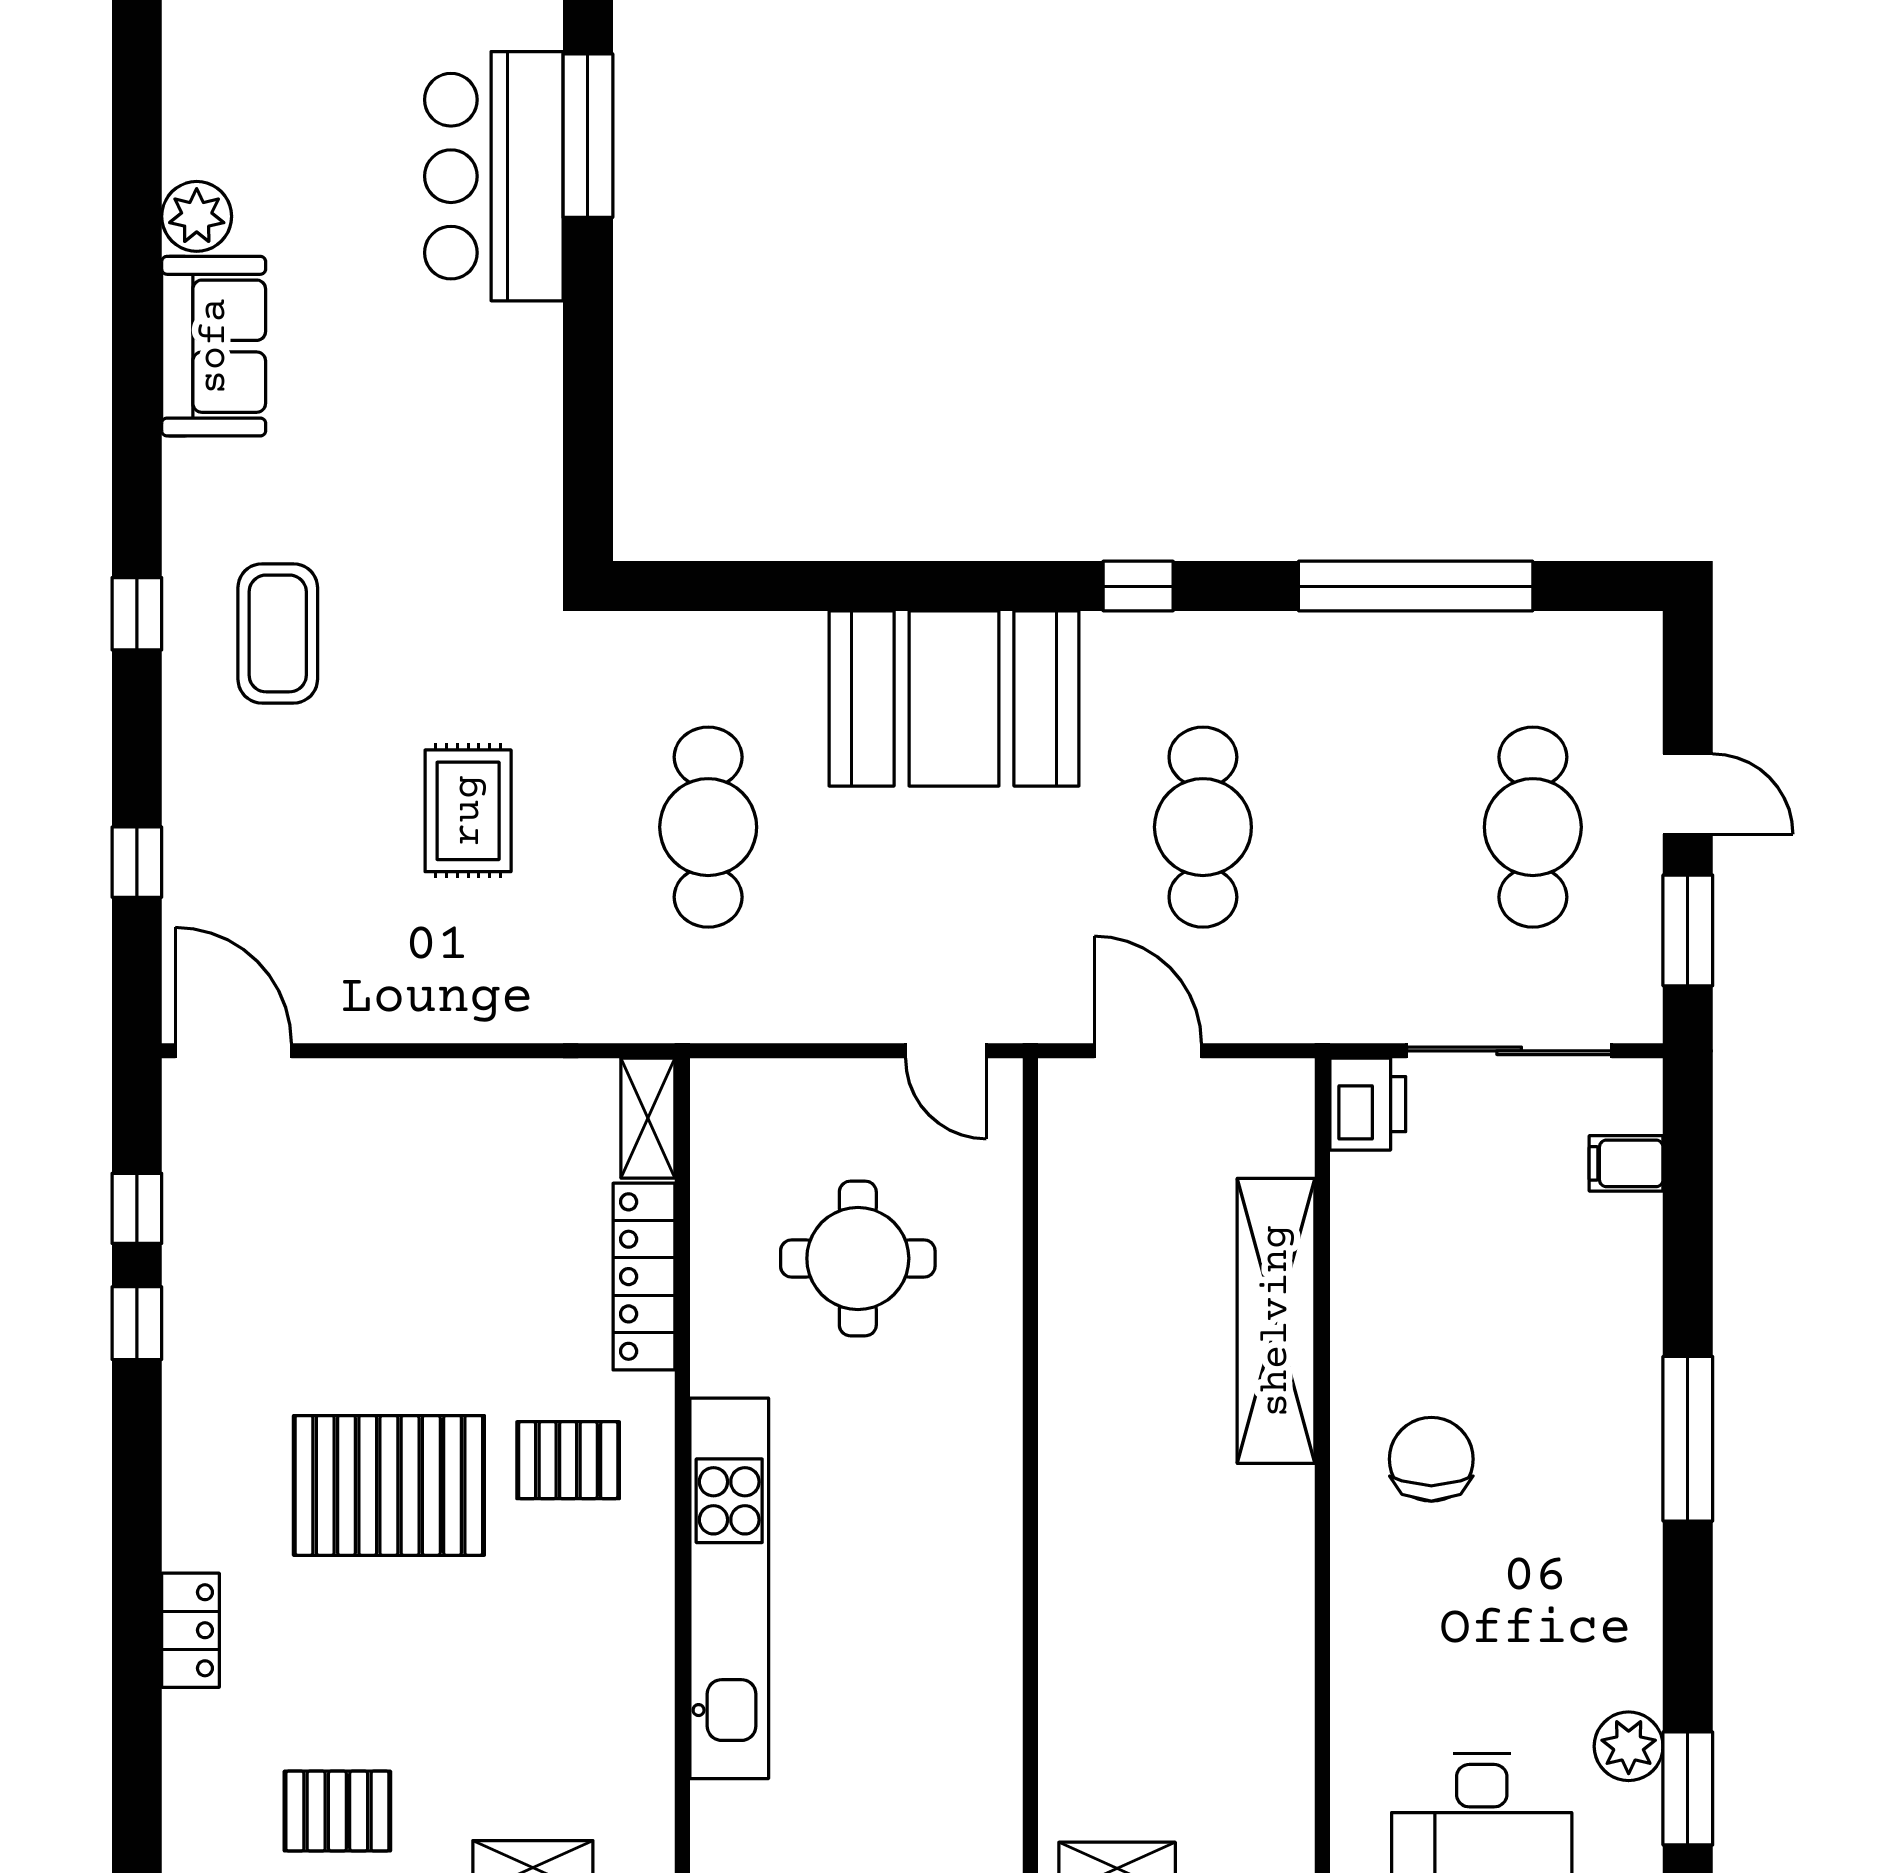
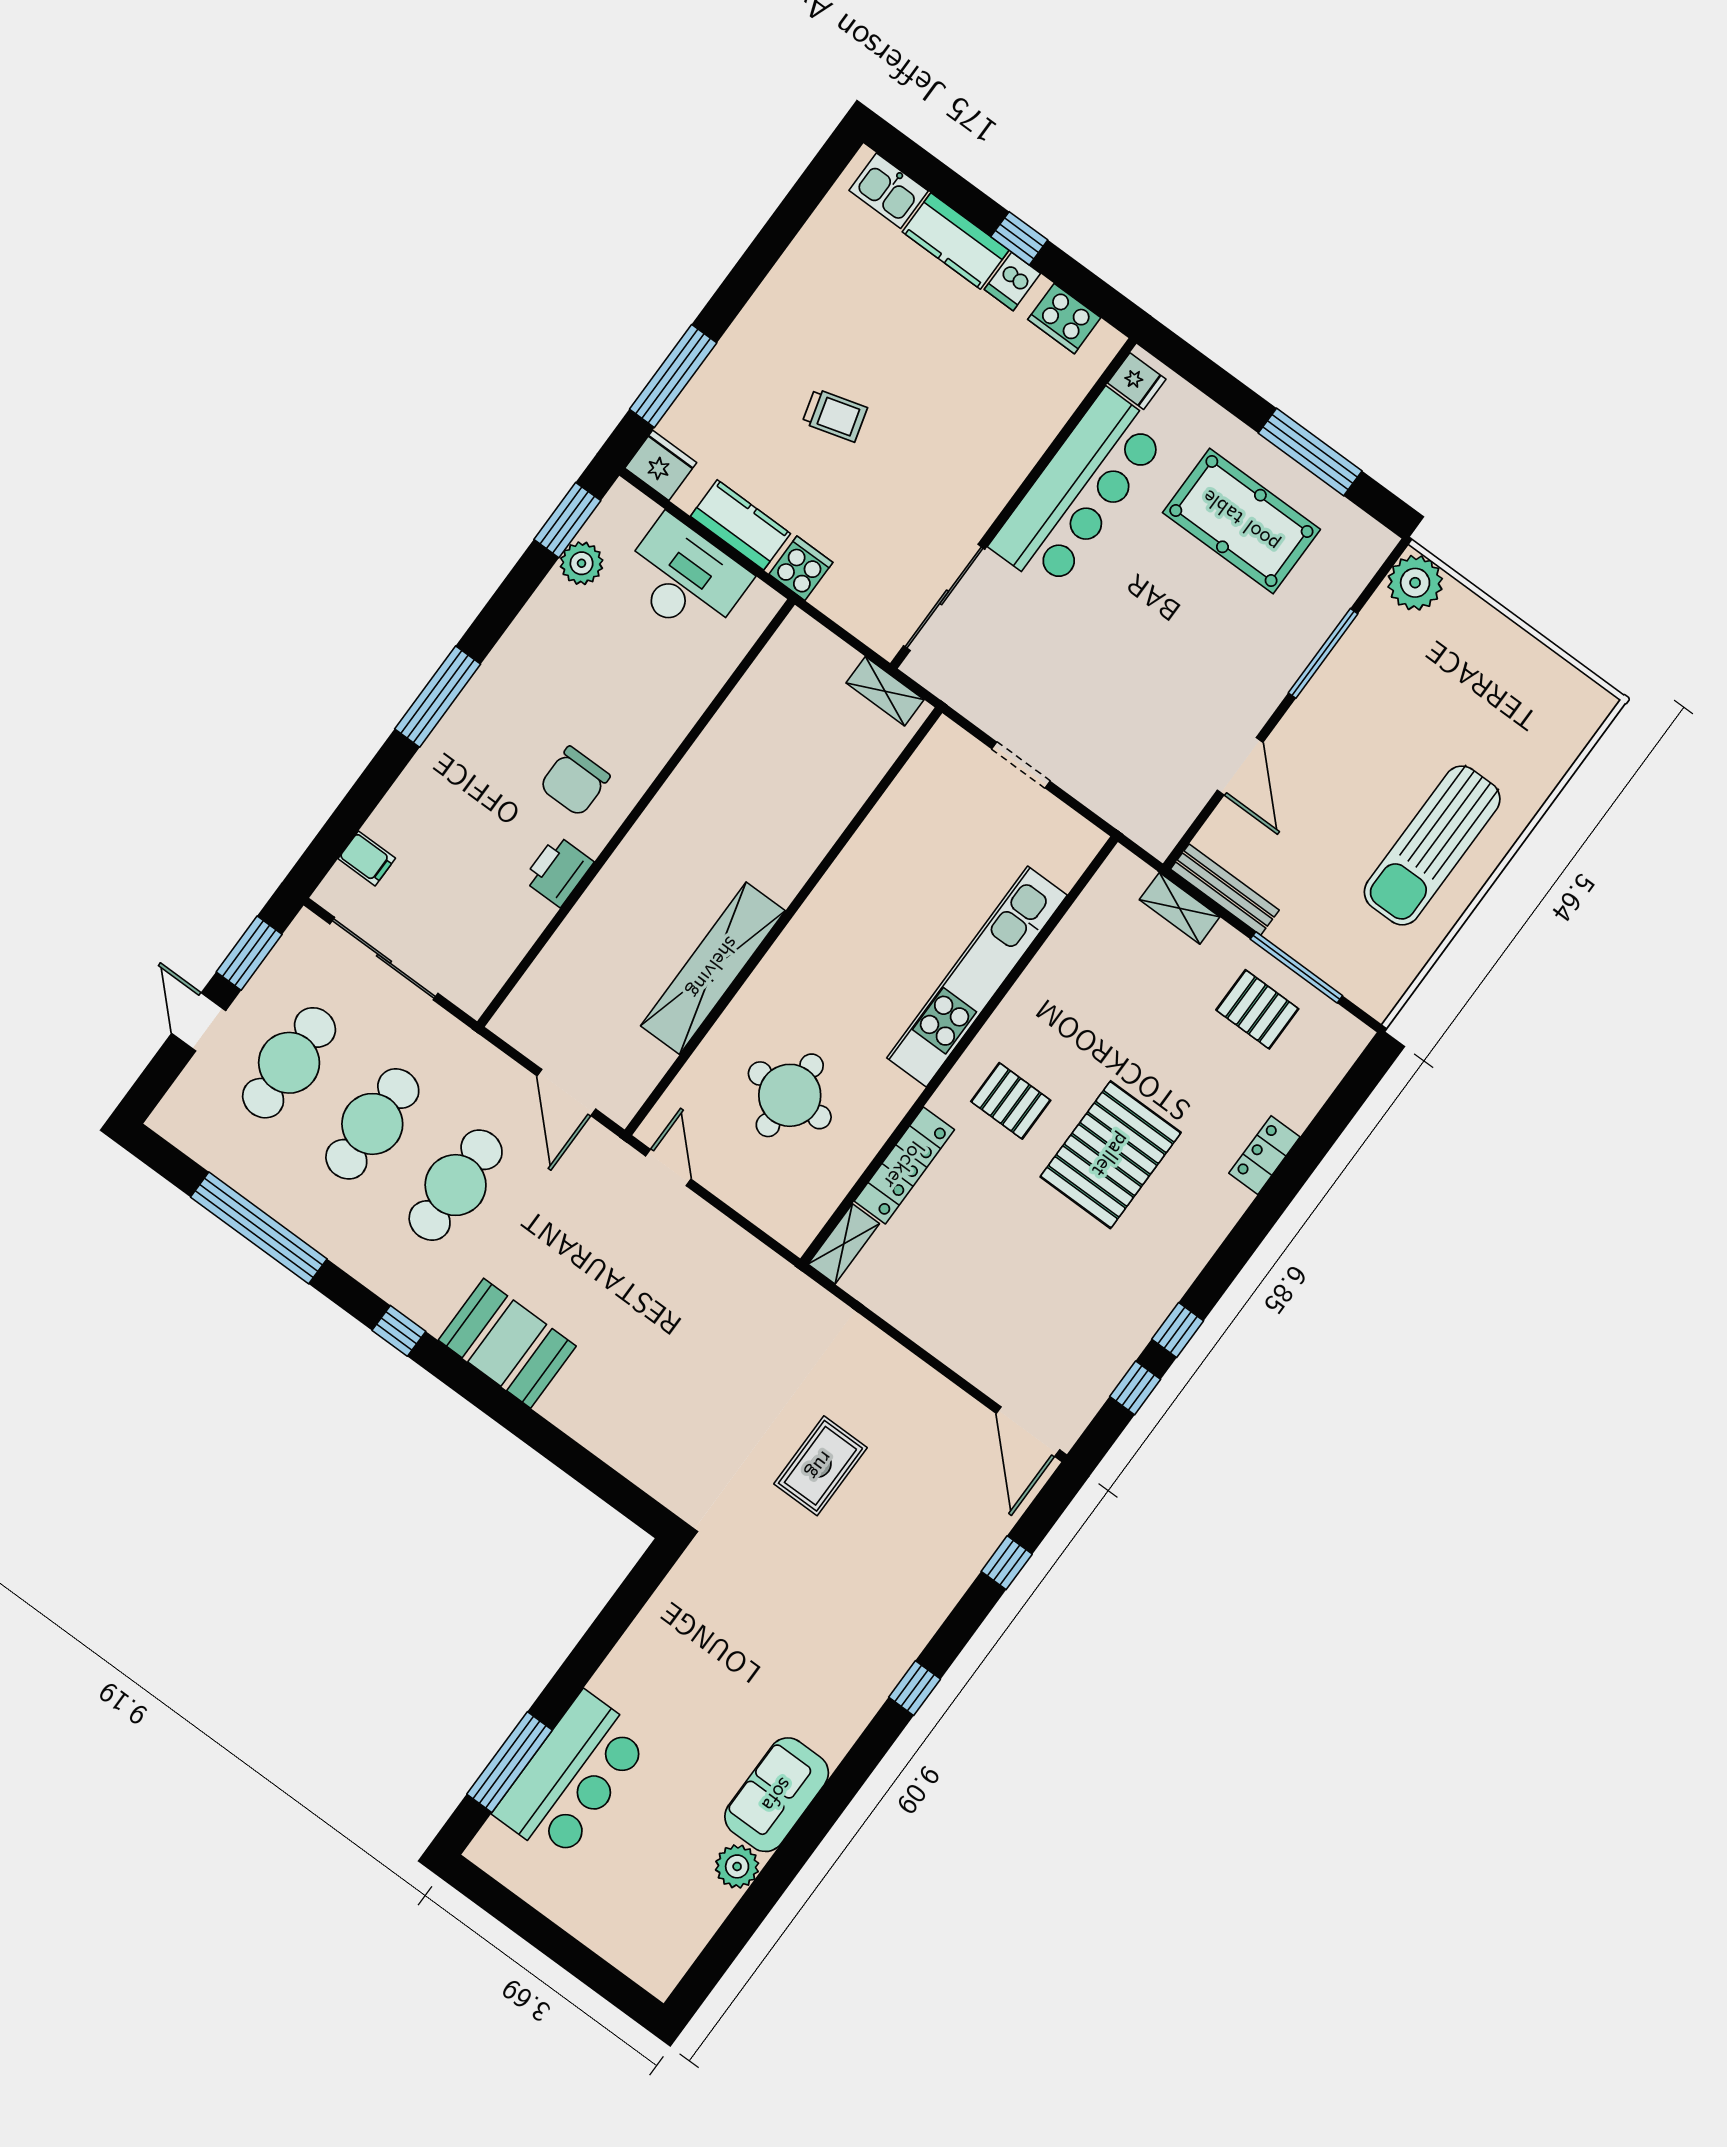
coffee table: (278, 633) -> (851, 1626), removed
booth: (954, 698) -> (507, 1343), width x0.73, depth x0.70
cafe table: (708, 827) -> (372, 1124), moved
printer: (1368, 1104) -> (558, 871), moved
shelving: (1276, 1321) -> (713, 968), moved
pallet: (389, 1485) -> (1111, 1155), turned 90

